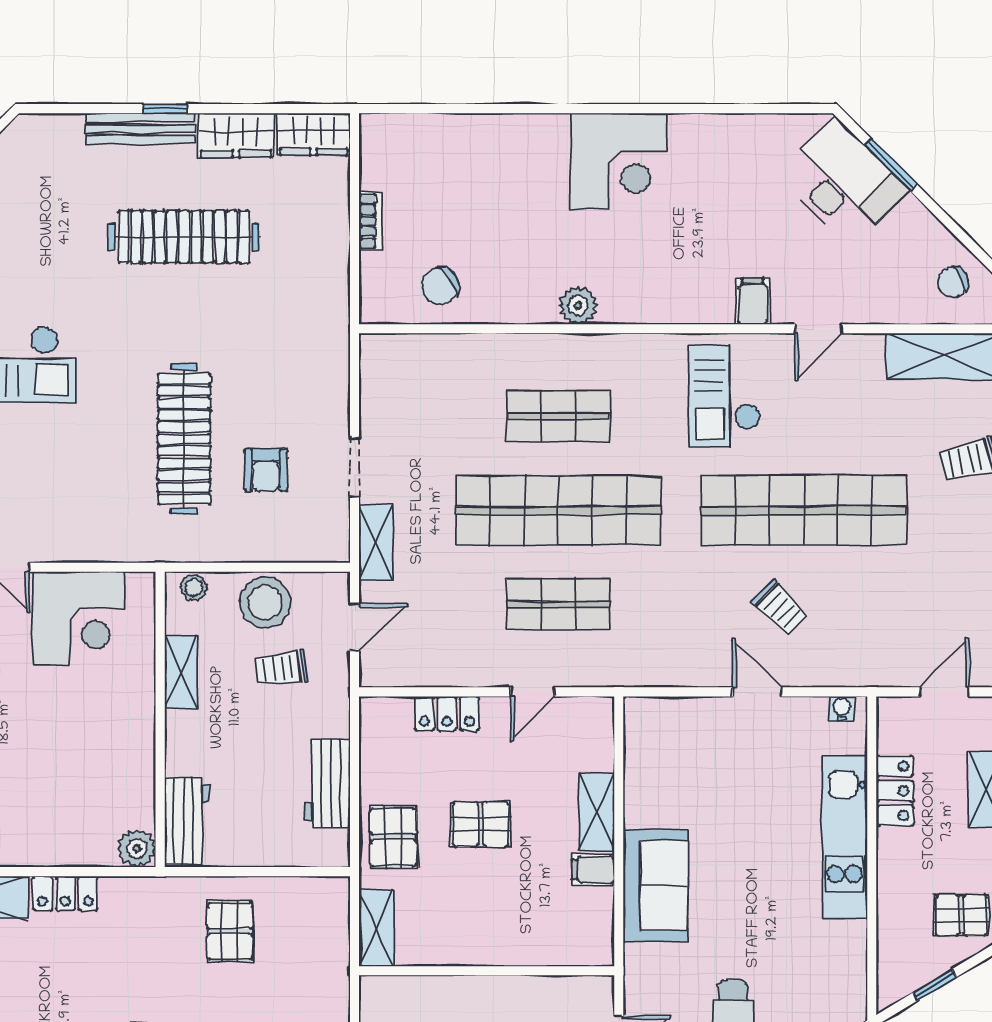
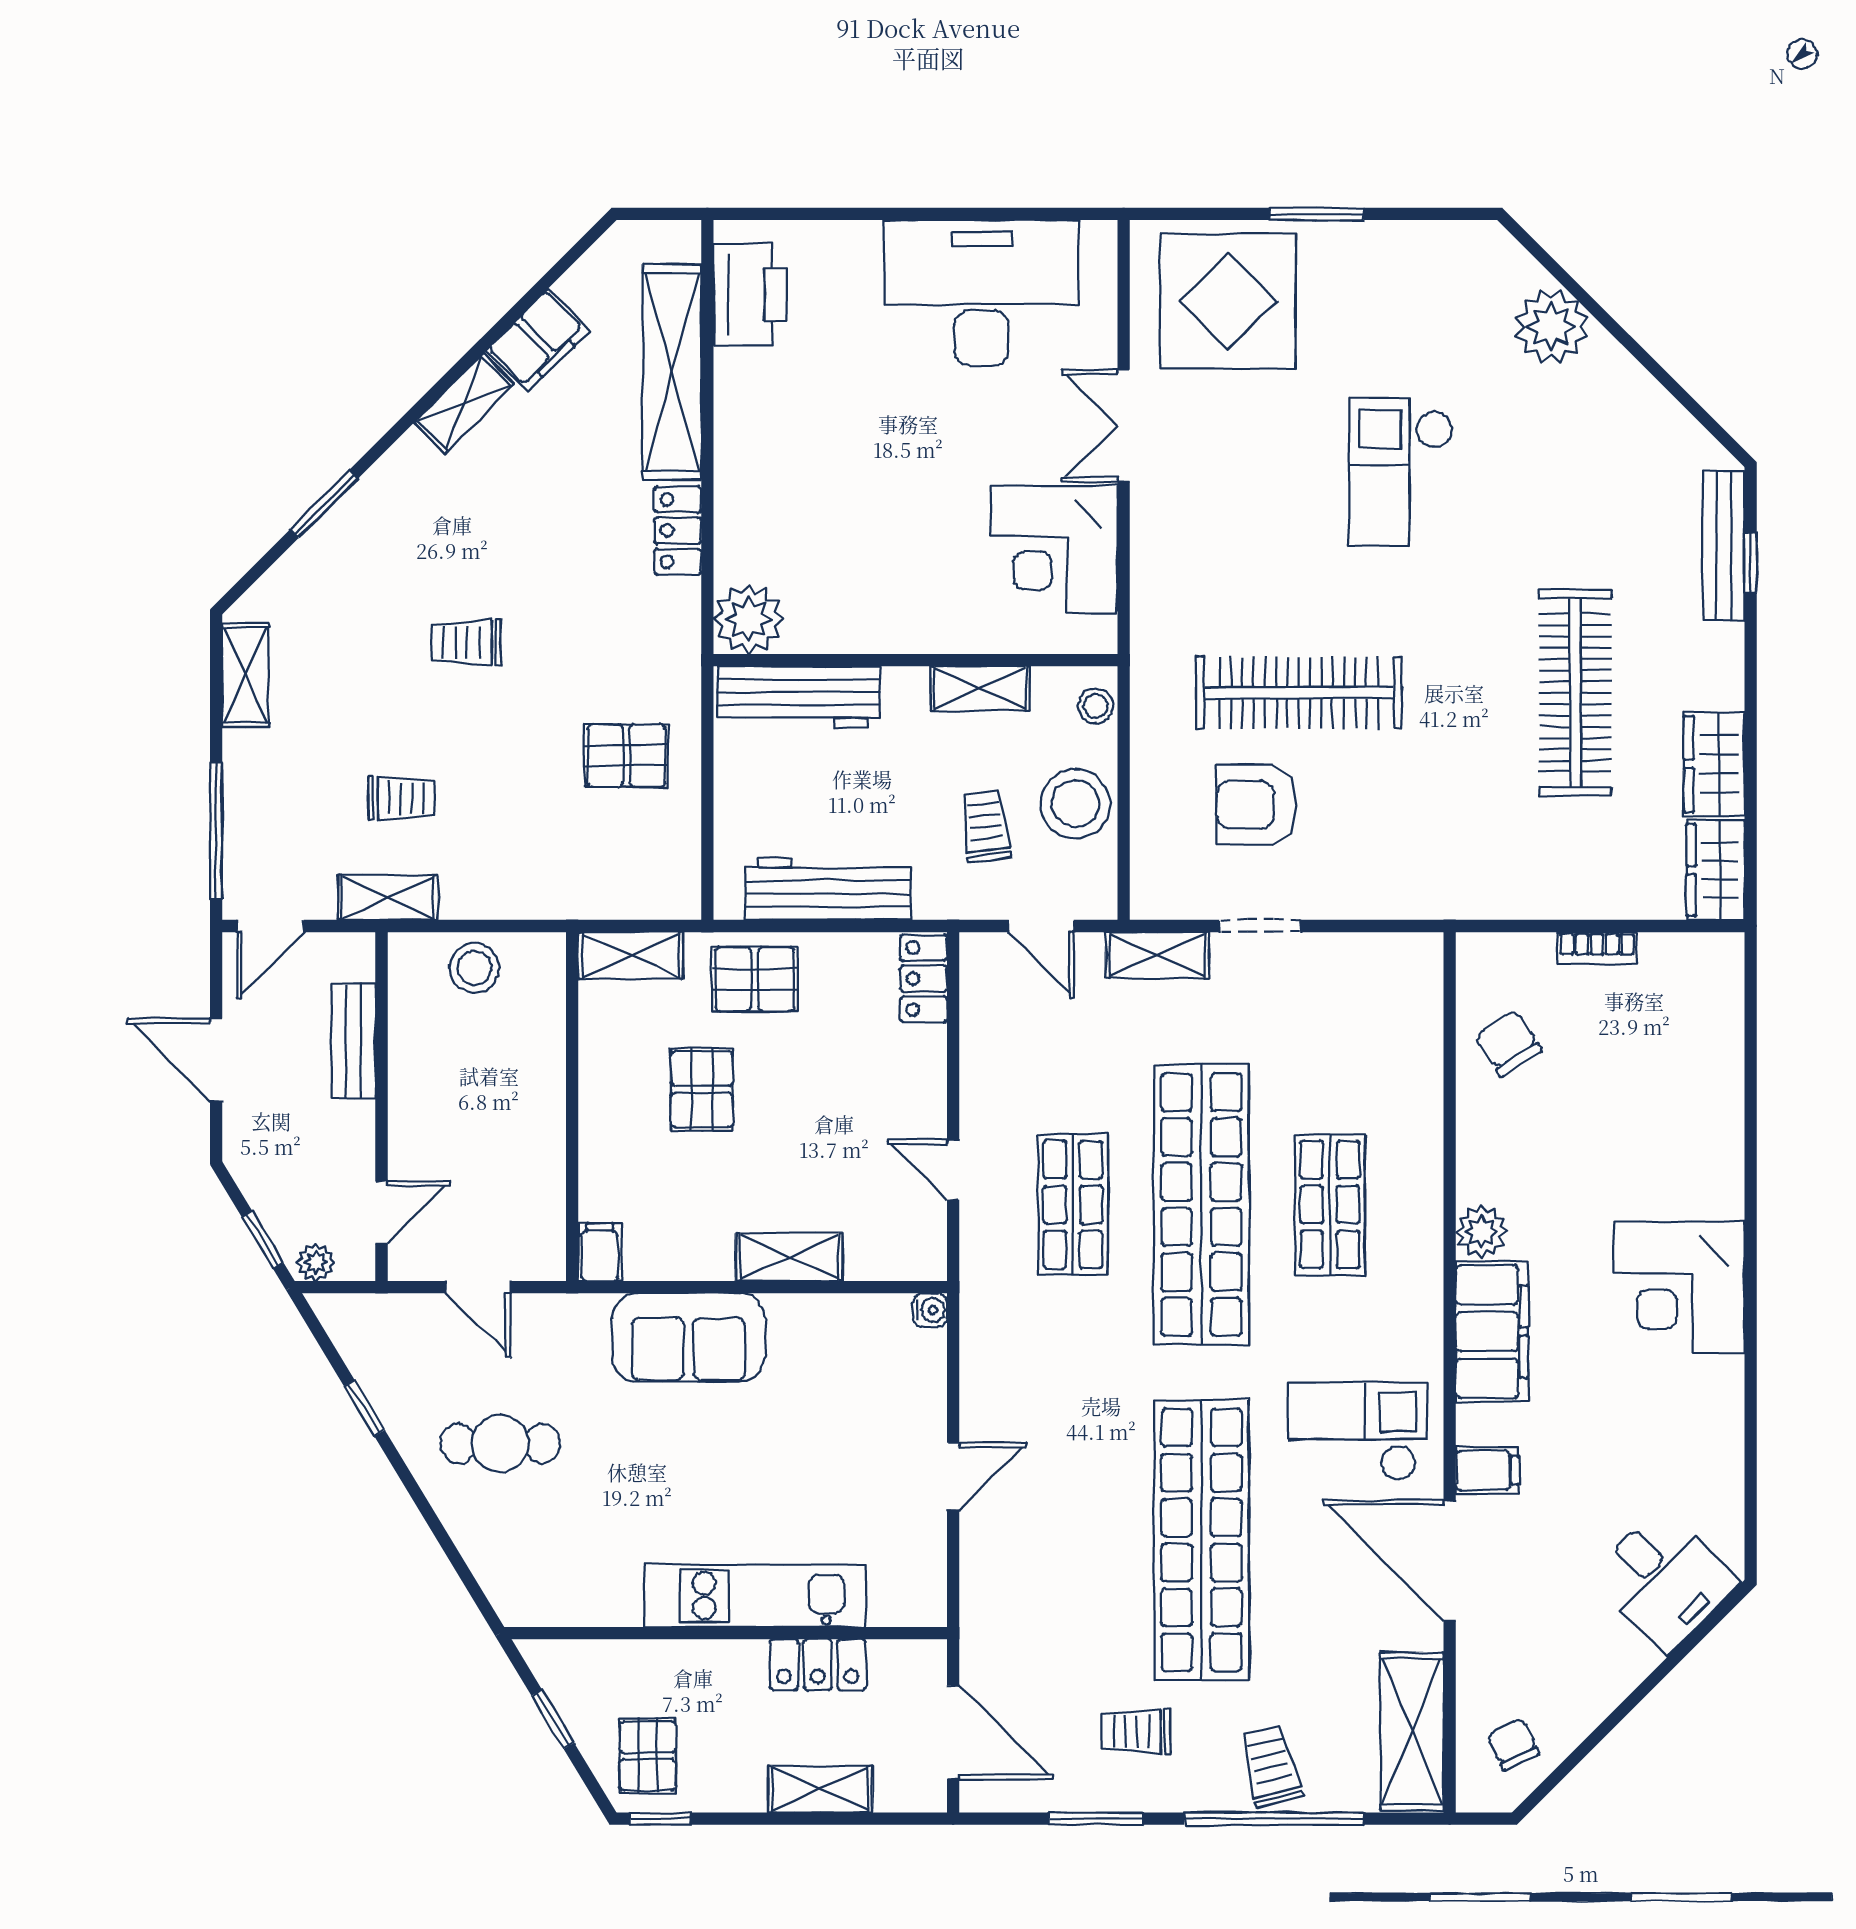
window: (165, 109) -> (1751, 563), moved
bench: (140, 128) -> (1724, 545), moved
window: (891, 165) -> (1674, 1659), removed
desk: (843, 182) -> (1664, 1579), width x0.73
filing cabinet: (651, 298) -> (1492, 1332), added
door: (819, 329) -> (1450, 1560), width x1.88
armchair: (266, 470) -> (1256, 805), width x1.38, depth x1.38
trolley: (780, 608) -> (1136, 1731), moved, turned 45
door: (944, 692) -> (953, 1732), width x1.37
water cooler: (842, 709) -> (930, 1310), moved
locker: (447, 714) -> (924, 979), moved
workbench: (327, 783) -> (828, 889), width x1.38
workbench: (187, 821) -> (799, 697), width x1.38
pallet: (481, 824) -> (702, 1089), moved
plant: (137, 848) -> (749, 619), width x1.36, depth x1.36
filing cabinet: (593, 870) -> (600, 1252), moved

